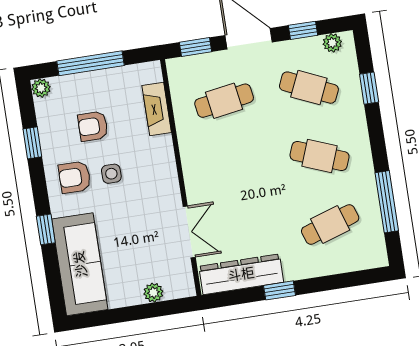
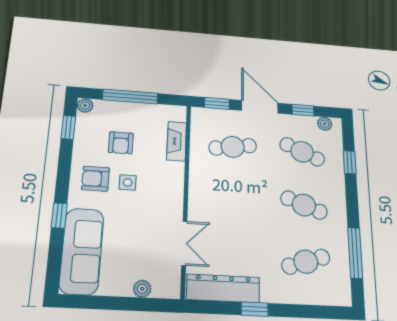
armchair: (93, 126) -> (121, 143), turned -90
window: (32, 143) -> (68, 127), moved

